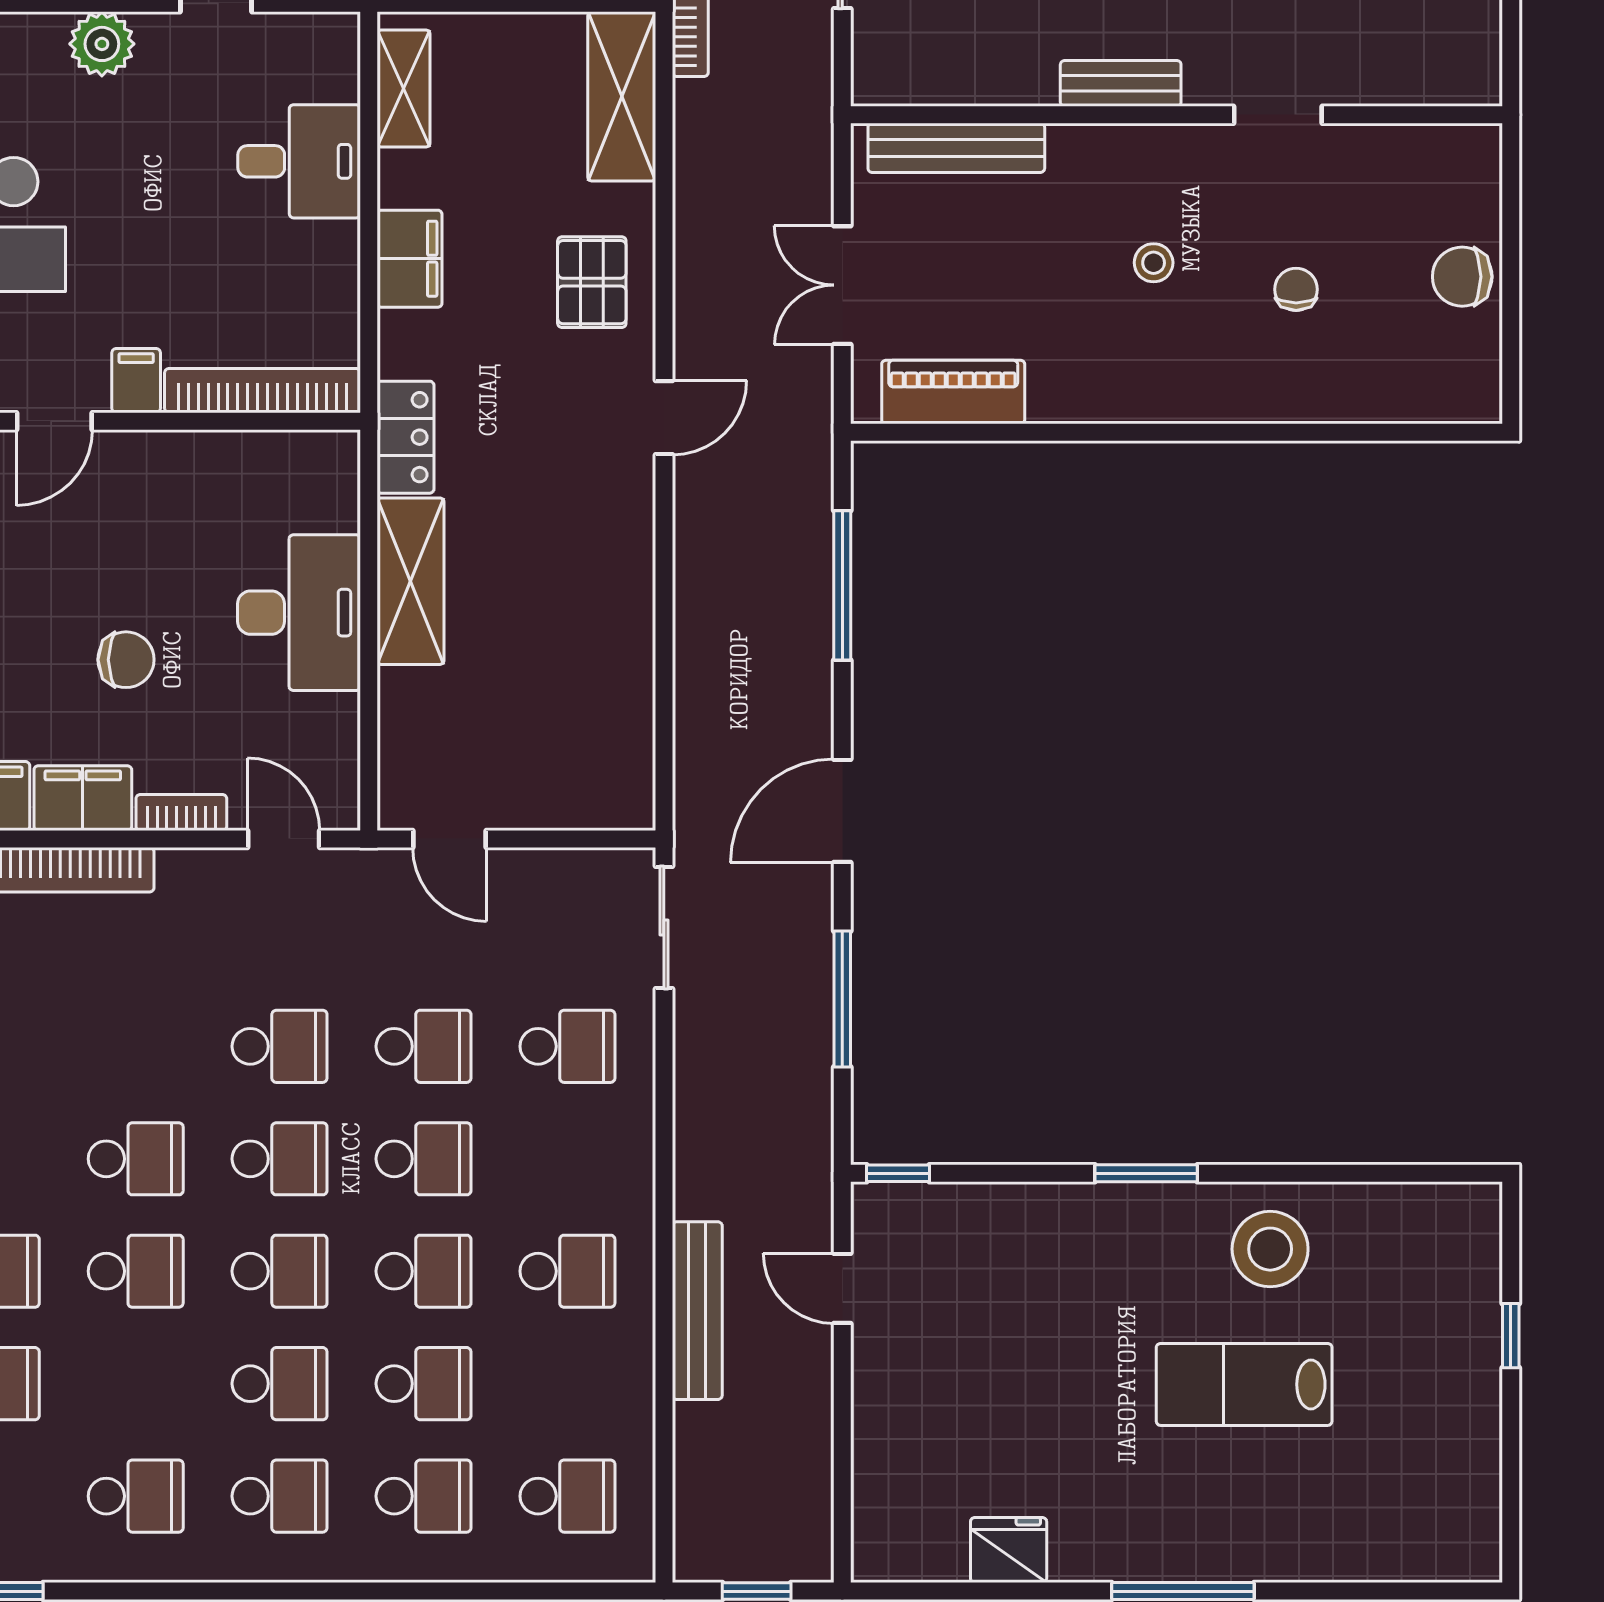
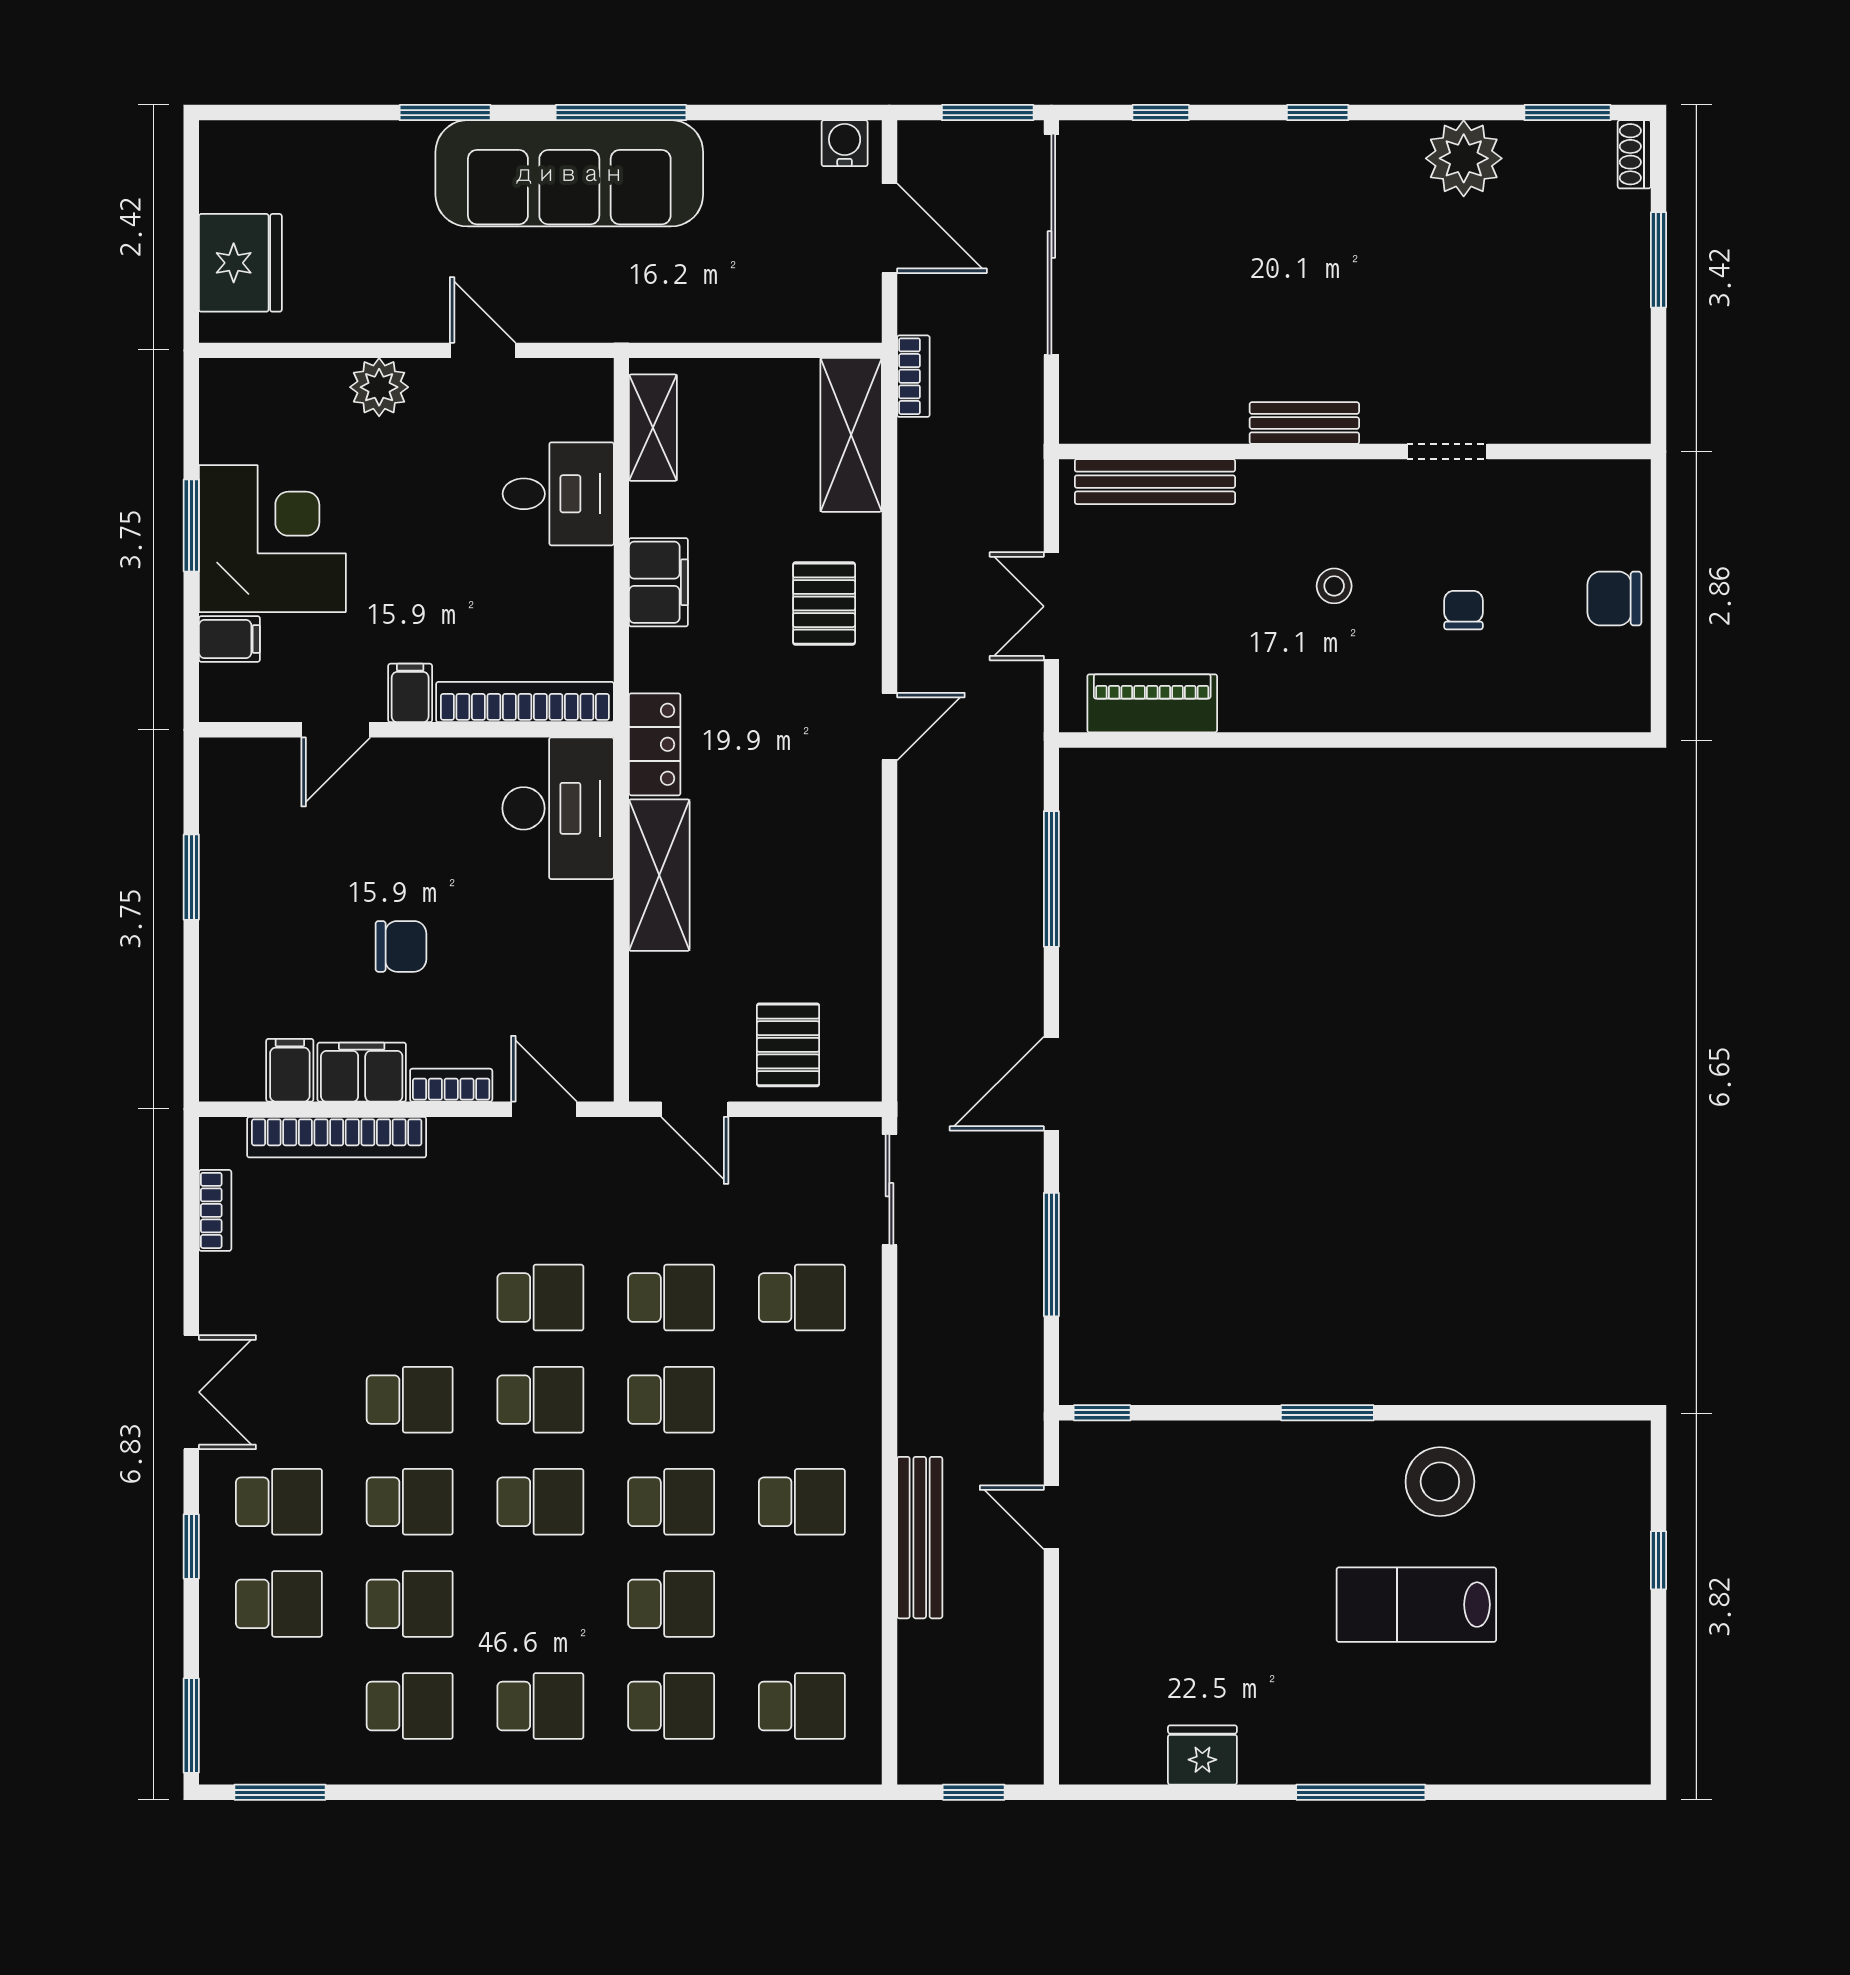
desk: (299, 613) -> (558, 808), moved
pallet: (552, 768) -> (788, 1045), added
school desk: (280, 1384) -> (410, 1604), moved

